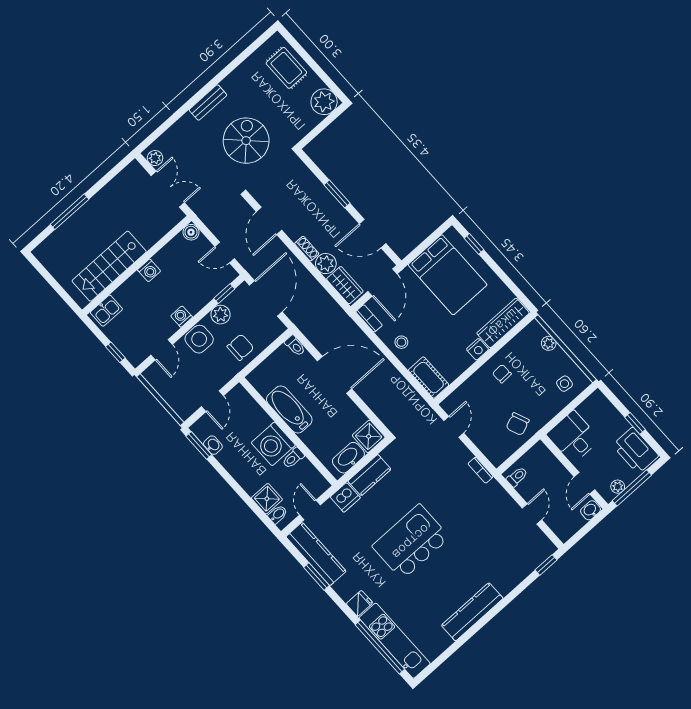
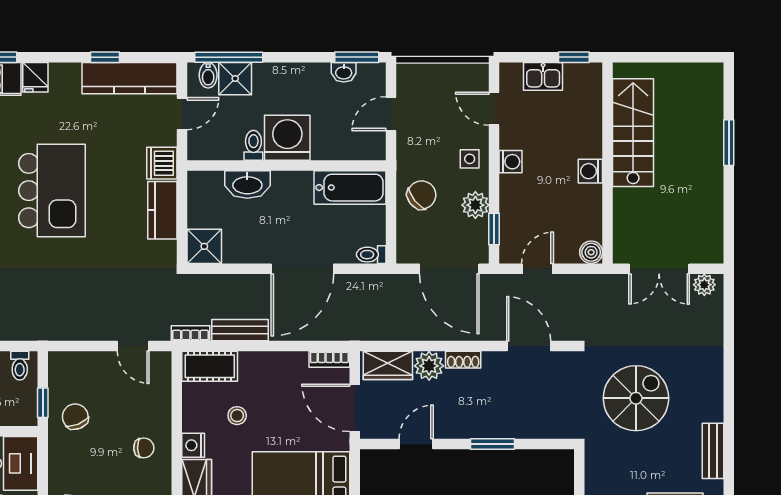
bench: (208, 102) -> (713, 451), moved
spiral stairs: (246, 141) -> (636, 398), turned -90
window: (70, 212) -> (729, 143), width x0.69
door: (373, 234) -> (416, 444), width x0.73
kitchen sink: (106, 311) -> (543, 76), moved, turned -90
side table: (199, 339) -> (470, 159), width x0.54, depth x0.54
stool: (401, 342) -> (237, 416), moved
chair: (240, 347) -> (422, 195), turned -129
window: (115, 352) -> (574, 57), moved
bench: (396, 379) -> (240, 330), added
door: (212, 401) -> (391, 114), hinge flipped
bathtub: (289, 409) -> (350, 188), moved
window: (526, 447) -> (43, 403), added
washbasin: (348, 458) -> (247, 184), moved, turned 90
bookcase: (481, 470) -> (190, 333), moved
door: (310, 510) -> (182, 114), hinge flipped
window: (259, 512) -> (229, 57), added
window: (317, 576) -> (105, 57), width x0.67

